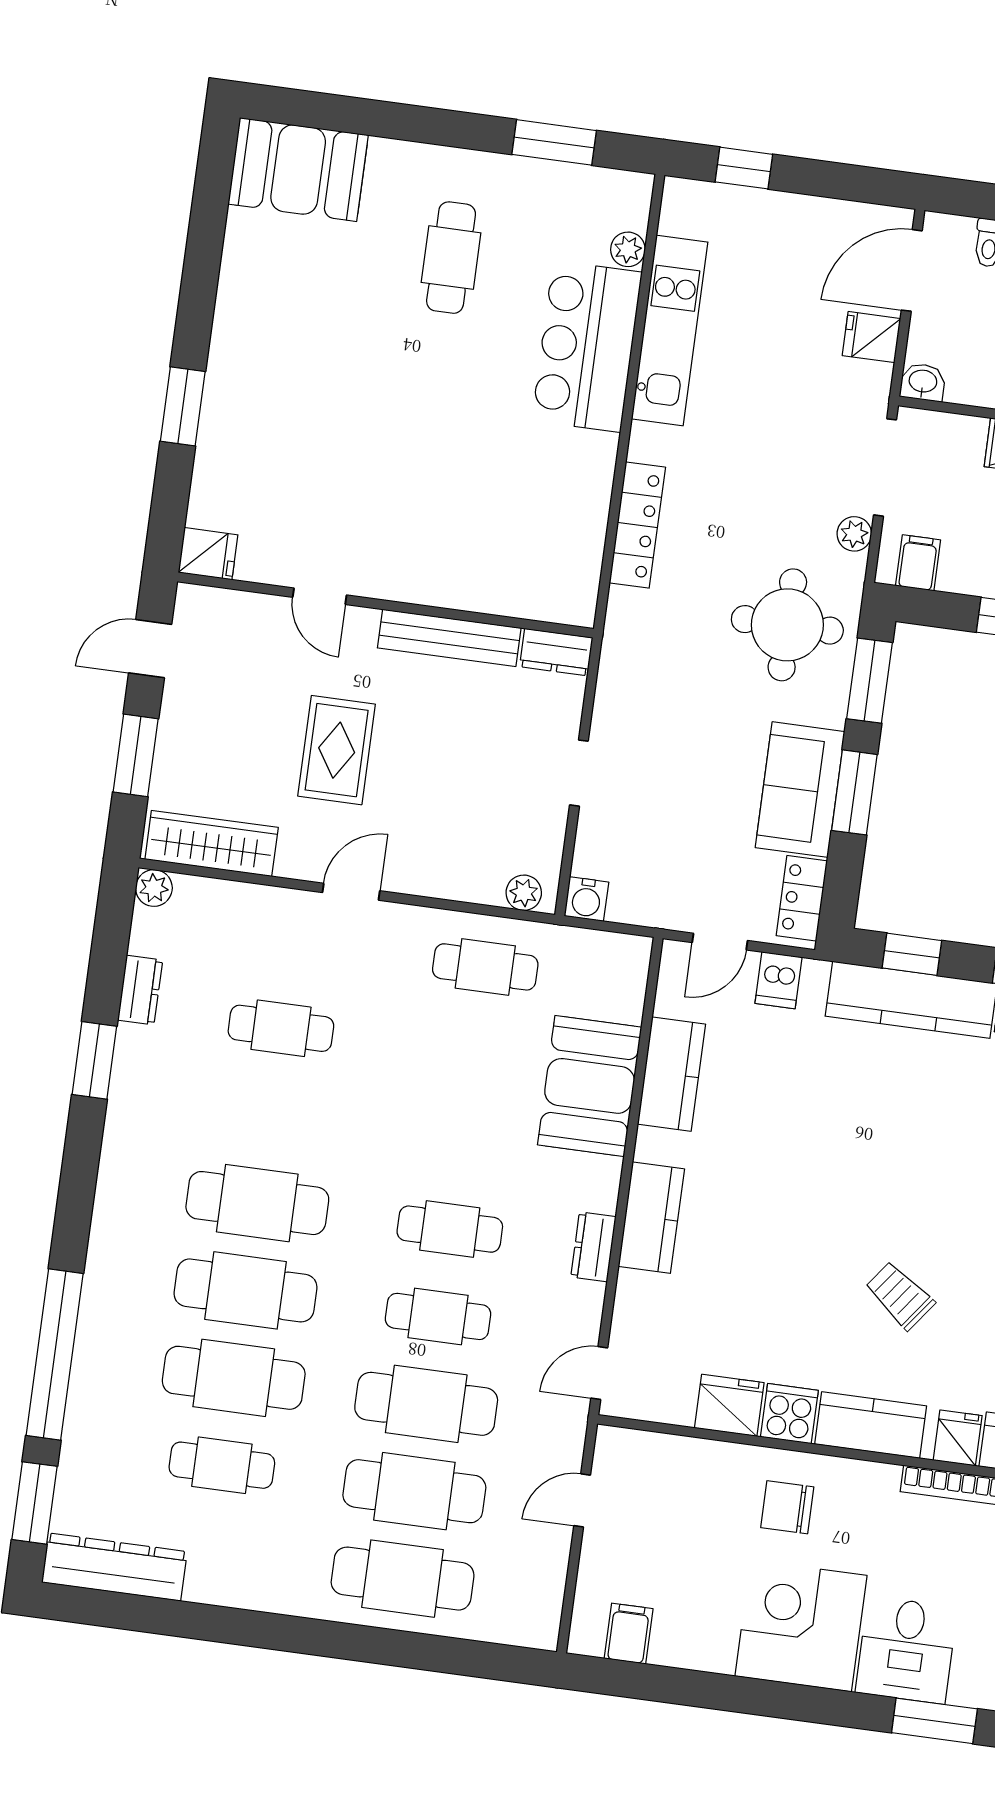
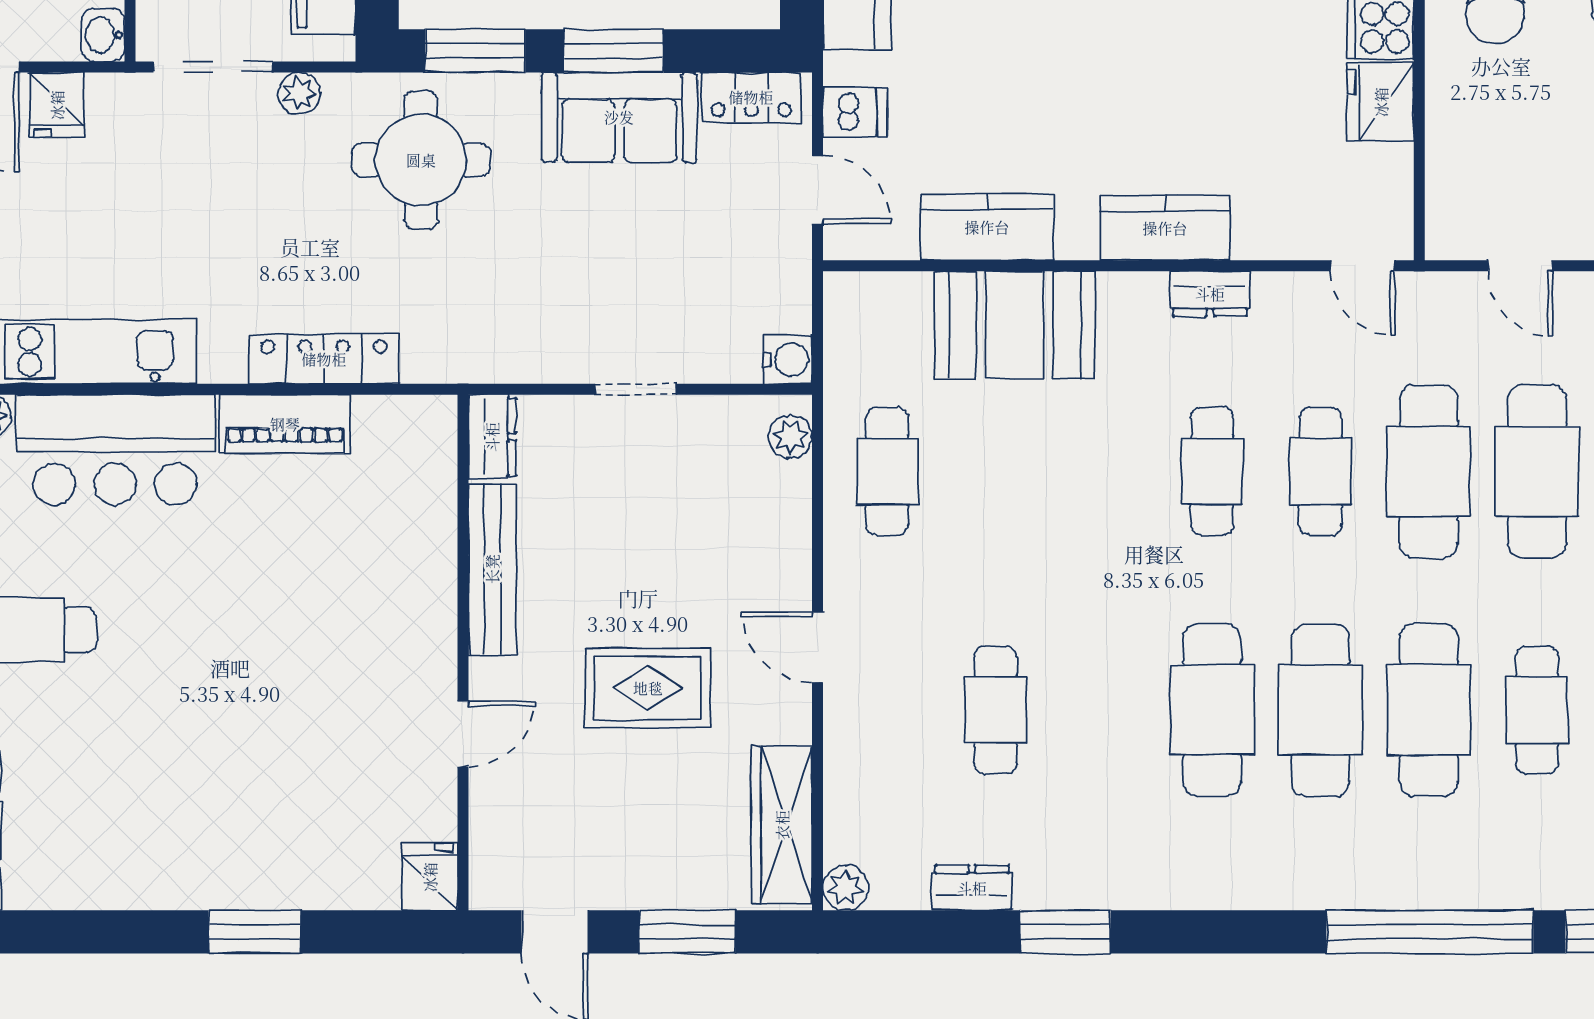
piano: (589, 486) -> (285, 424), added

